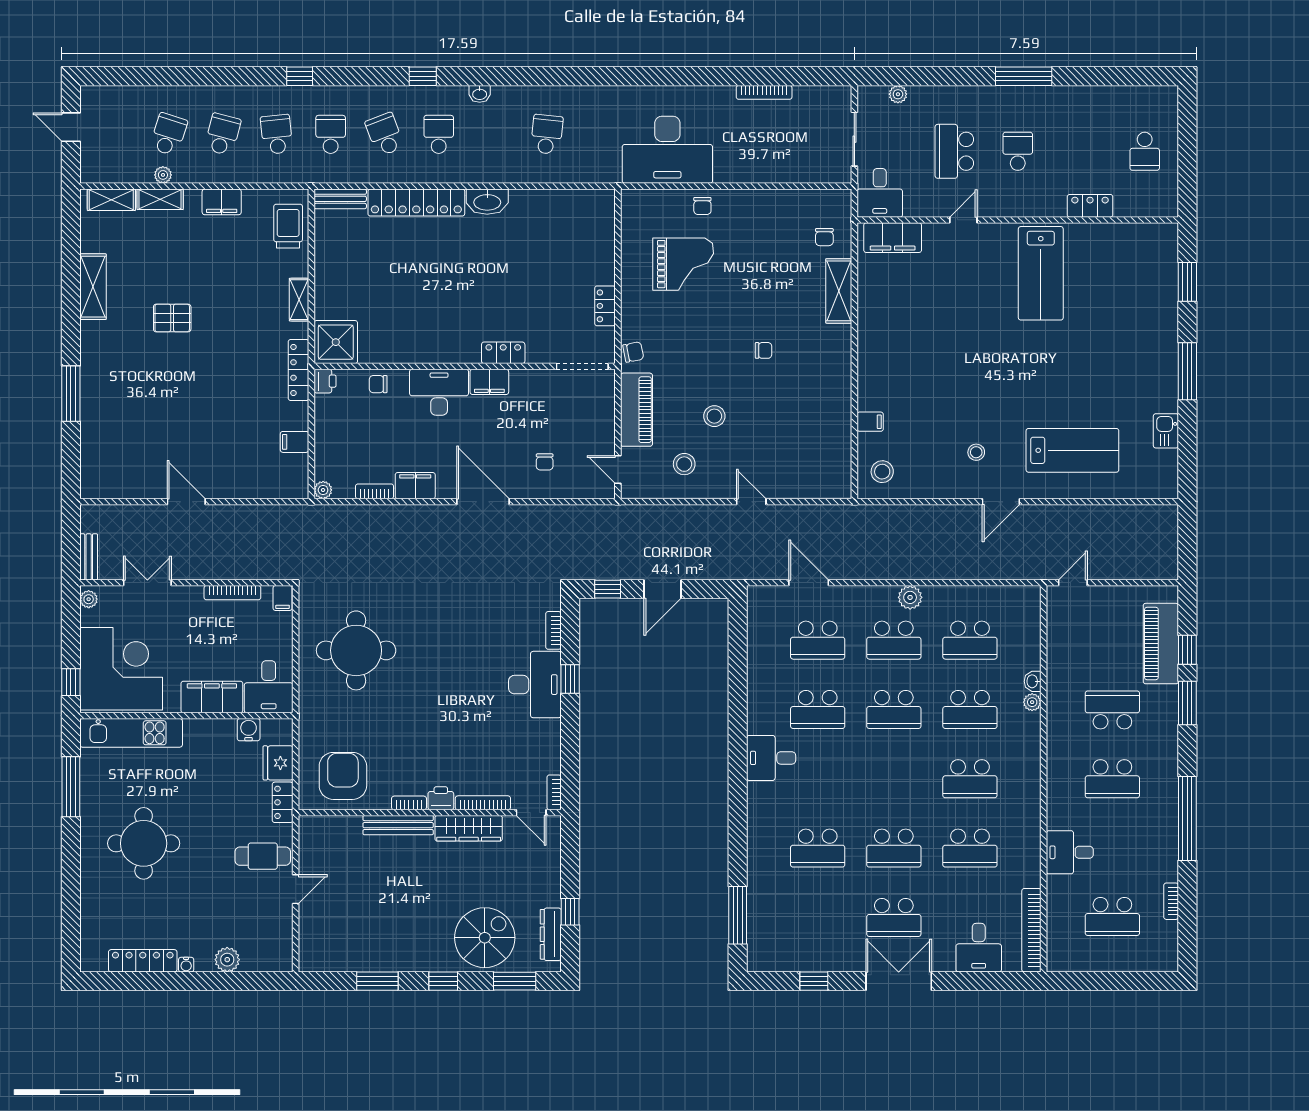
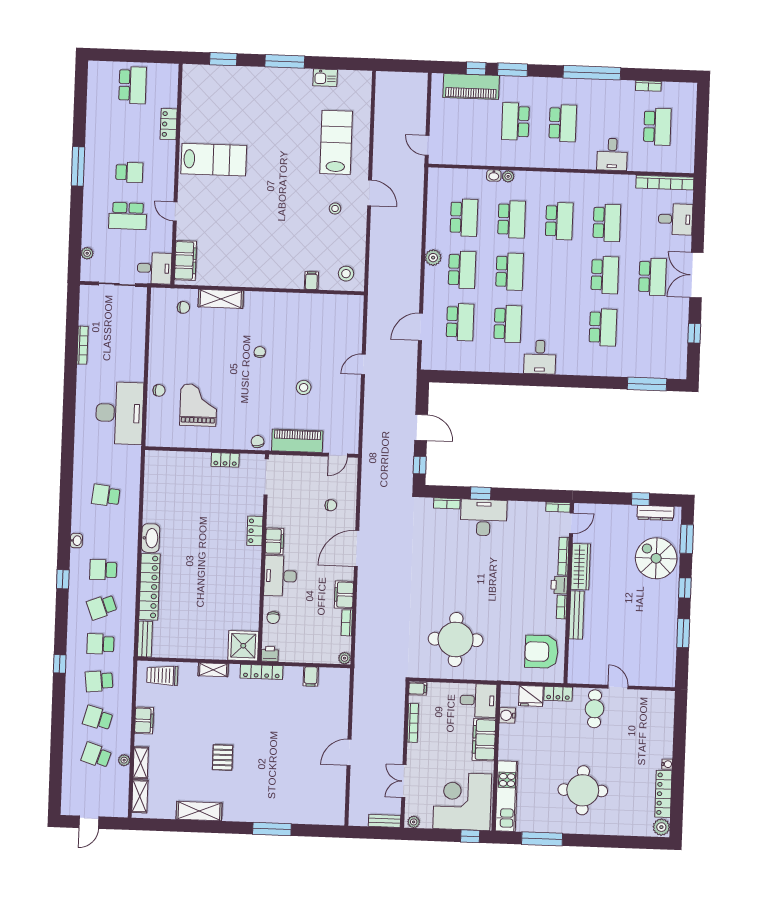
school desk: (1018, 151) -> (129, 172), turned 180
school desk: (1145, 151) -> (133, 85), width x1.85
stool: (684, 464) -> (336, 409), removed
plant: (227, 960) -> (661, 827), moved

